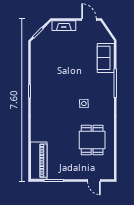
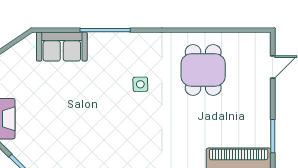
dining table: (92, 140) -> (203, 70), turned 90

